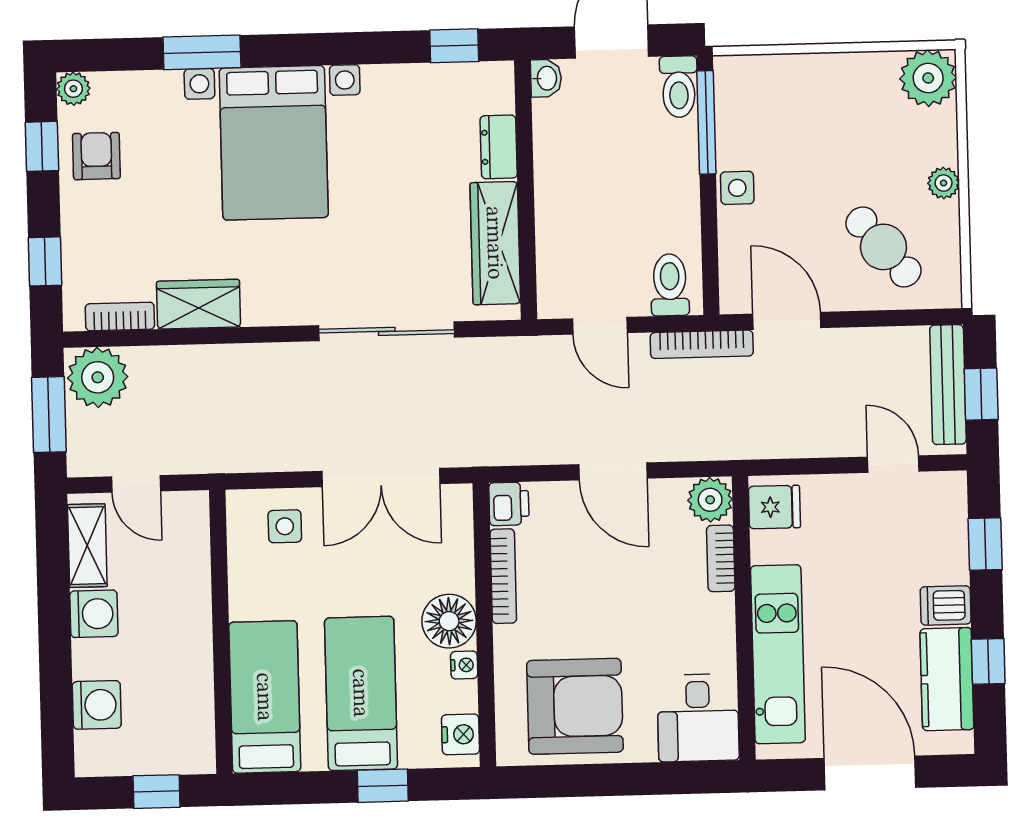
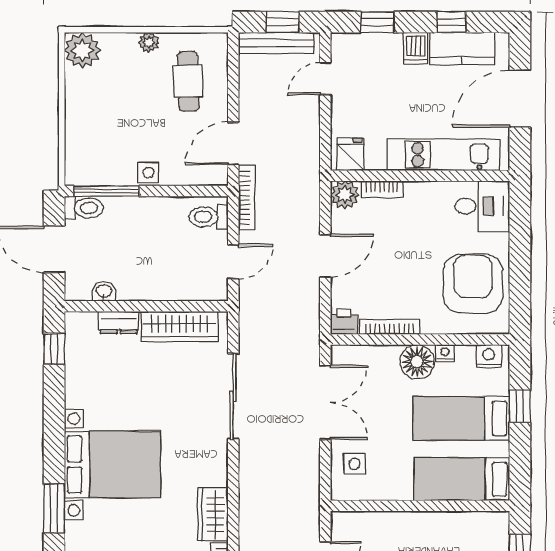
washbasin: (546, 78) -> (104, 292), moved
cafe table: (883, 247) -> (188, 81), turned -52

